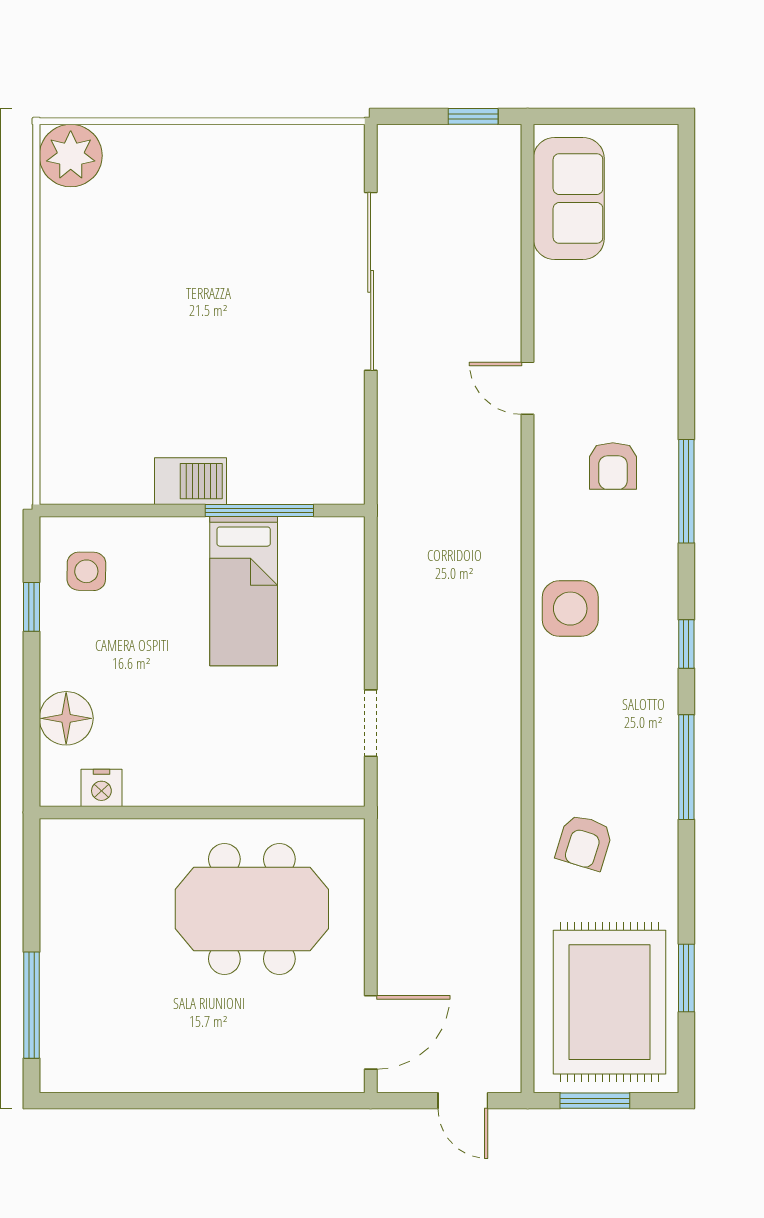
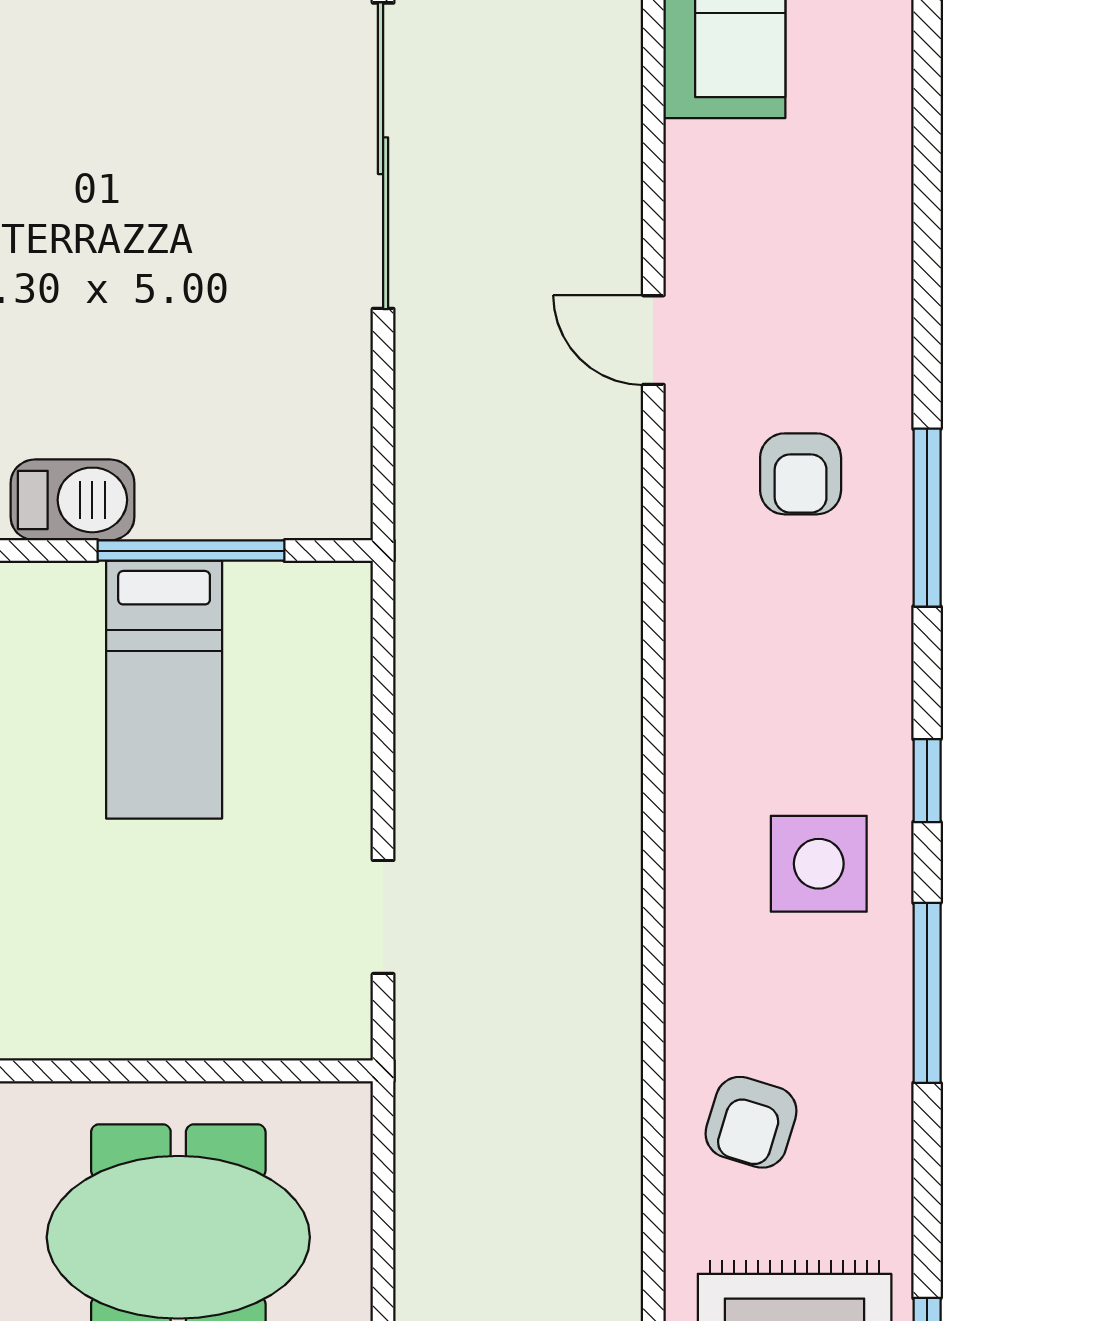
side table: (570, 609) -> (819, 864), moved

